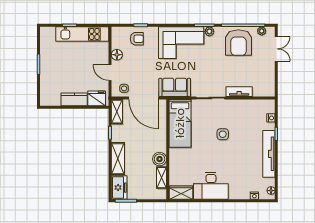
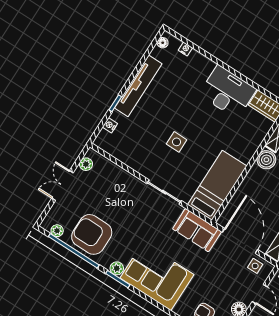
armchair: (238, 43) -> (92, 234), turned -90
double door: (276, 49) -> (63, 185), moved
plant: (270, 84) -> (86, 164), added
tv unit: (239, 92) -> (127, 178), removed

